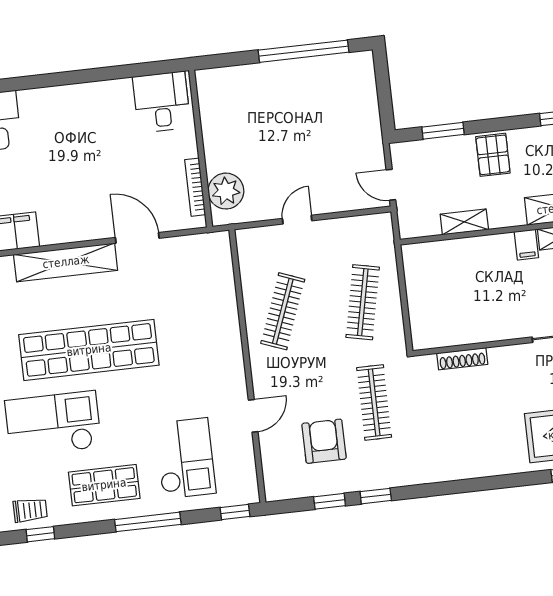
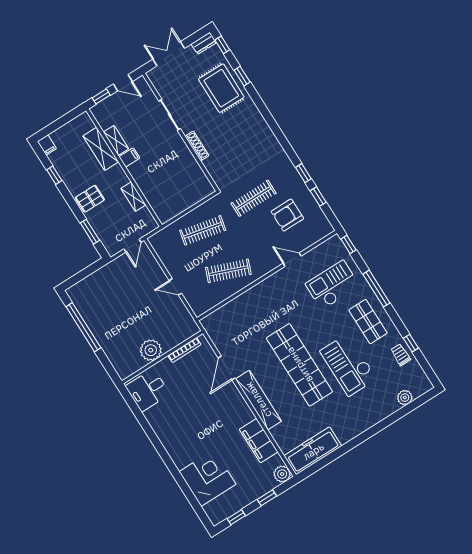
plant: (226, 191) -> (151, 350), moved
shoe rack: (462, 359) -> (197, 146), moved

